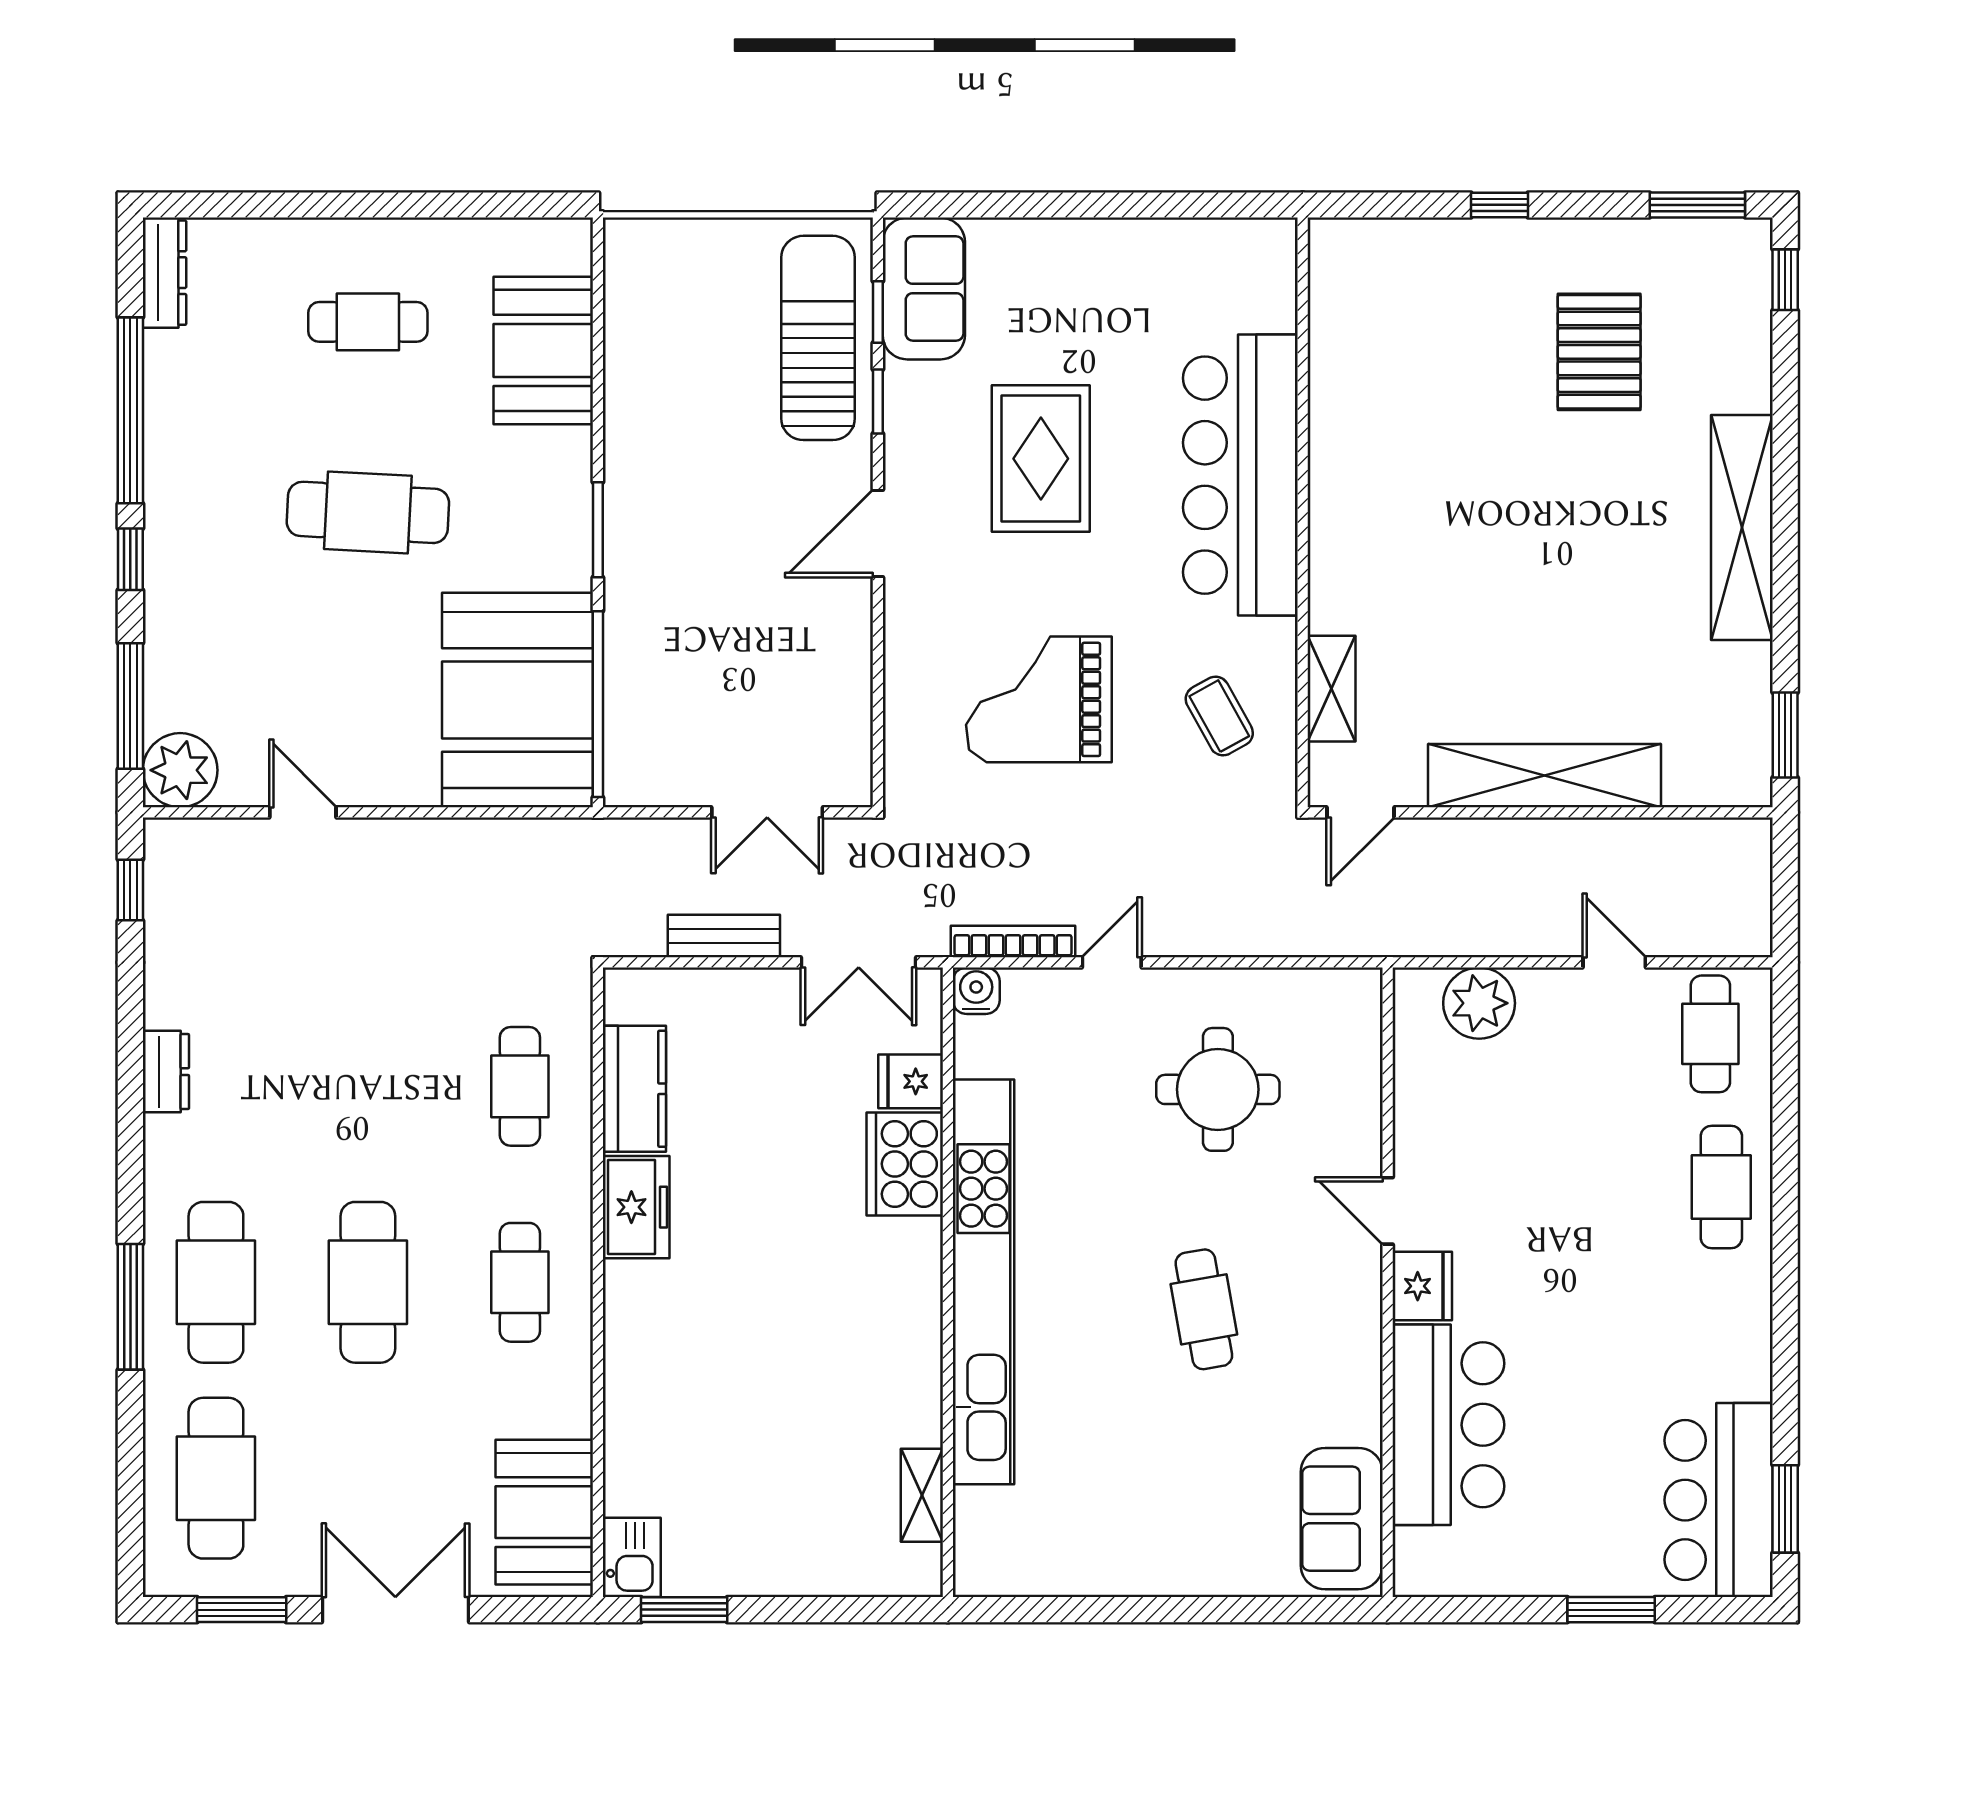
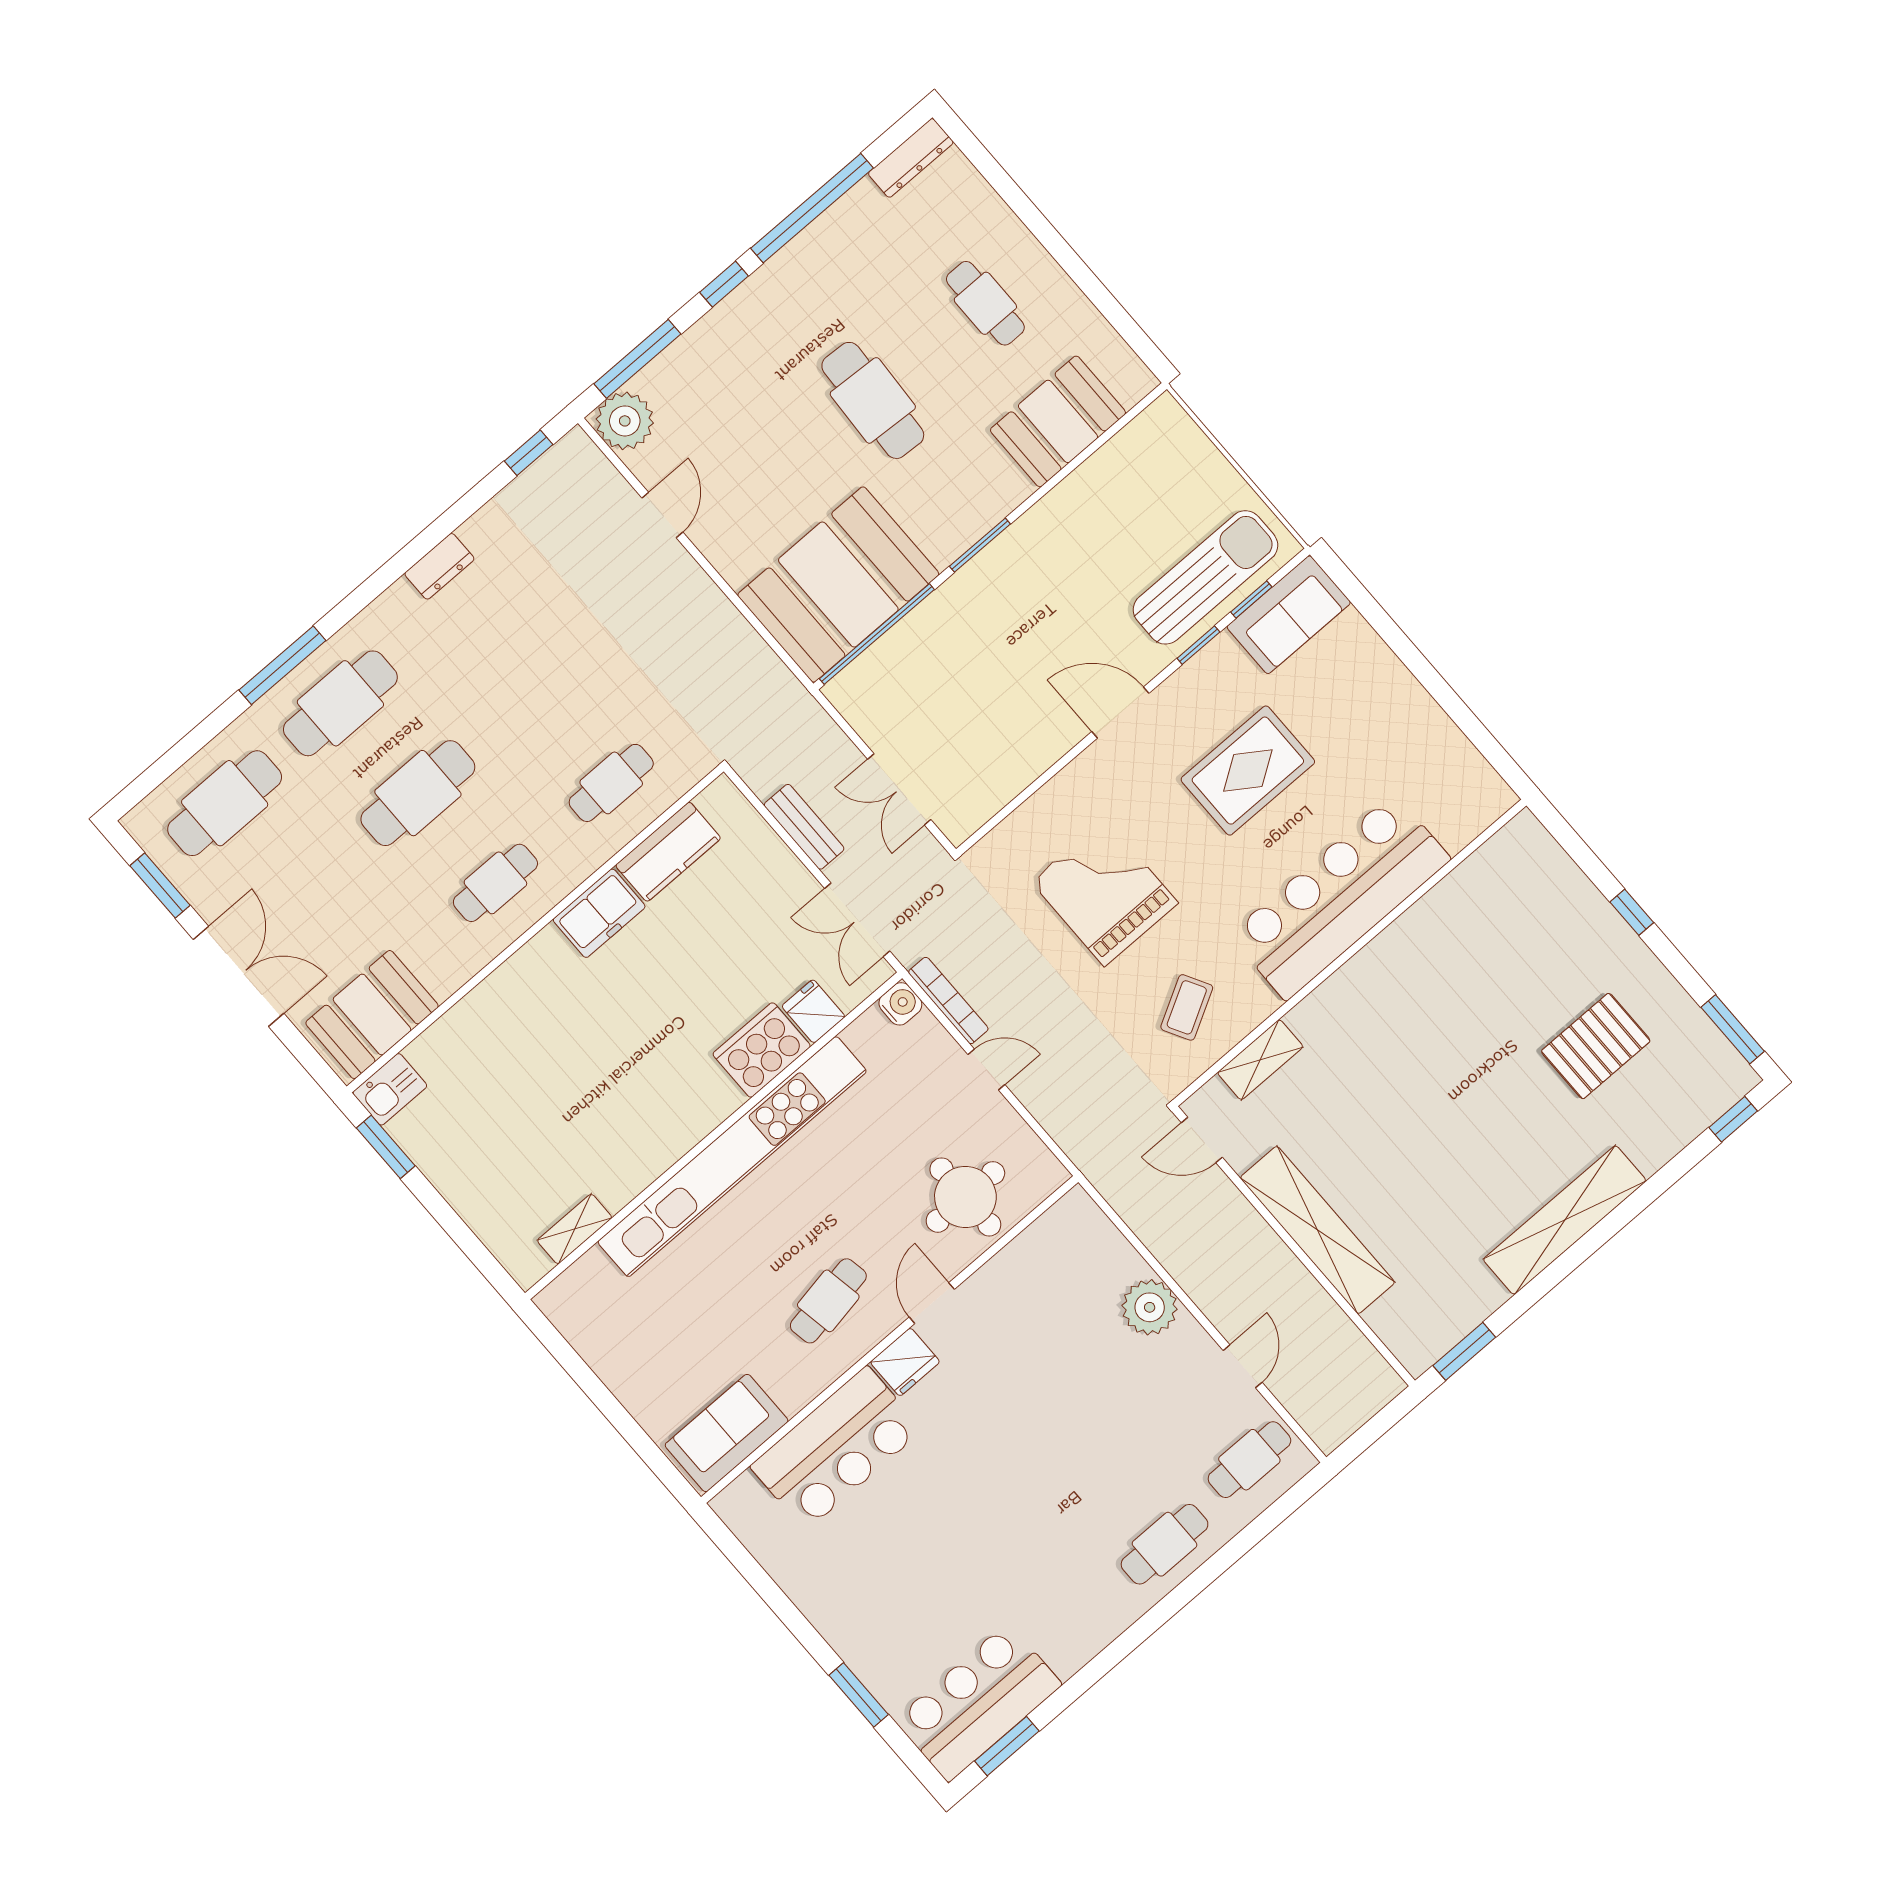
door: (1388, 1211) -> (932, 1303), moved
wall: (1388, 1282) -> (890, 1340), moved
fridge: (1422, 1286) -> (905, 1362), moved
bar counter: (1448, 1425) -> (836, 1448), moved
sofa: (1342, 1519) -> (727, 1433), moved

